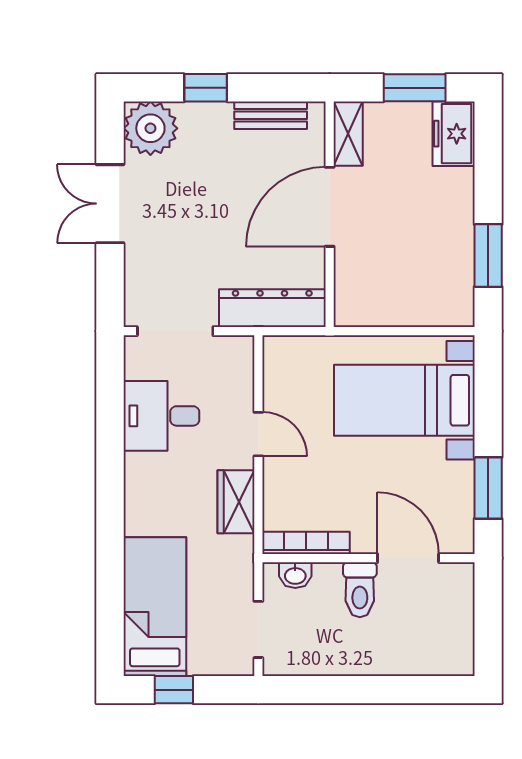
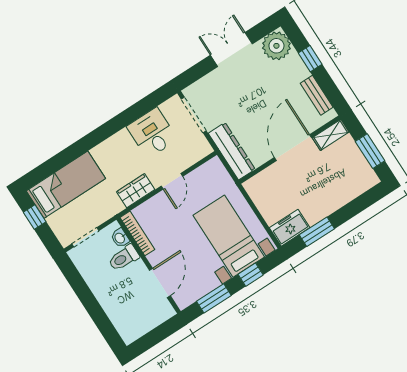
freezer: (454, 134) -> (290, 228), moved
door: (330, 207) -> (293, 148), hinge flipped
window: (488, 405) -> (251, 275), added
toilet: (360, 590) -> (124, 258), moved

